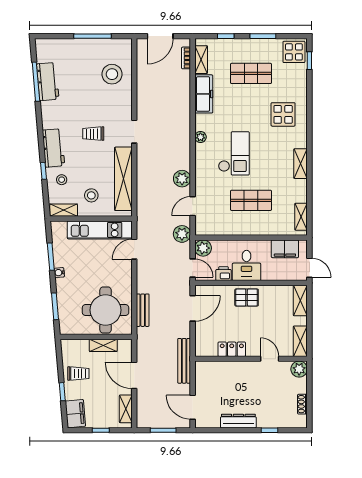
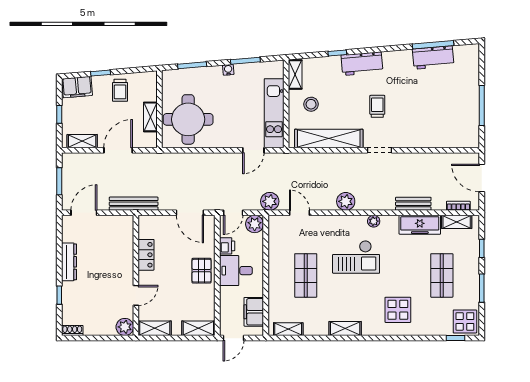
stool: (112, 74) -> (441, 126), removed
plant: (182, 179) -> (346, 201), moved
stool: (62, 180) -> (328, 72), removed
door: (134, 249) -> (253, 150), swing flipped
bench: (143, 310) -> (413, 204), moved
shoe rack: (302, 404) -> (72, 330), moved

